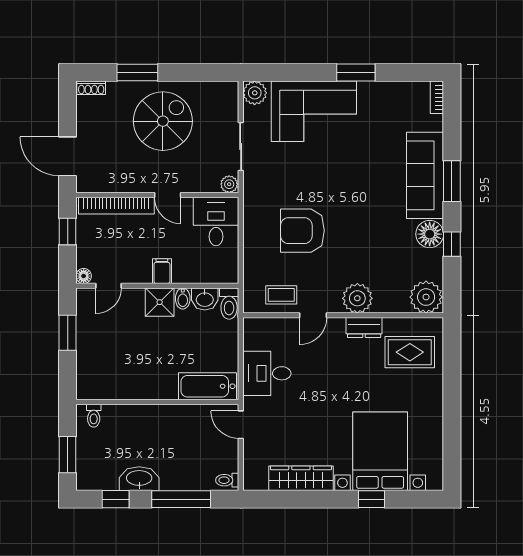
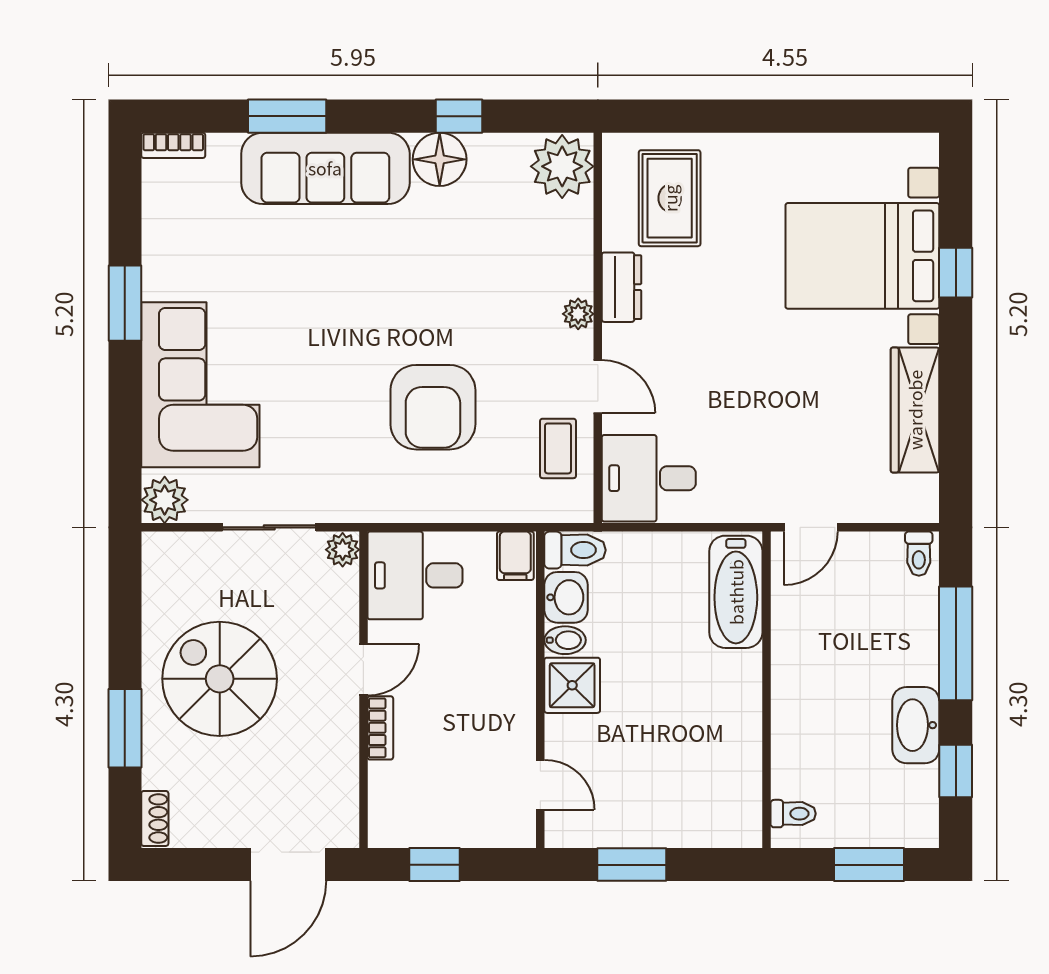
window: (452, 181) -> (287, 116), moved
bookcase: (116, 206) -> (380, 728), width x0.43, depth x0.76
filing cabinet: (162, 271) -> (515, 556), moved, turned -90
floor lamp: (84, 276) -> (521, 833), removed
plant: (357, 298) -> (578, 314), width x0.53, depth x0.53
desk: (267, 373) -> (649, 478), moved, turned 90

